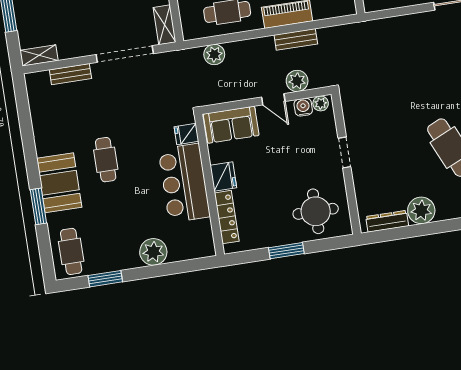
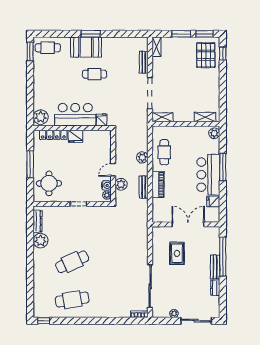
plant: (214, 54) -> (142, 157), moved
sofa: (231, 125) -> (103, 145), removed
window: (38, 206) -> (91, 34), moved
window: (286, 251) -> (30, 164), width x1.44
plant: (153, 252) -> (41, 117), moved
window: (105, 279) -> (30, 51), moved

